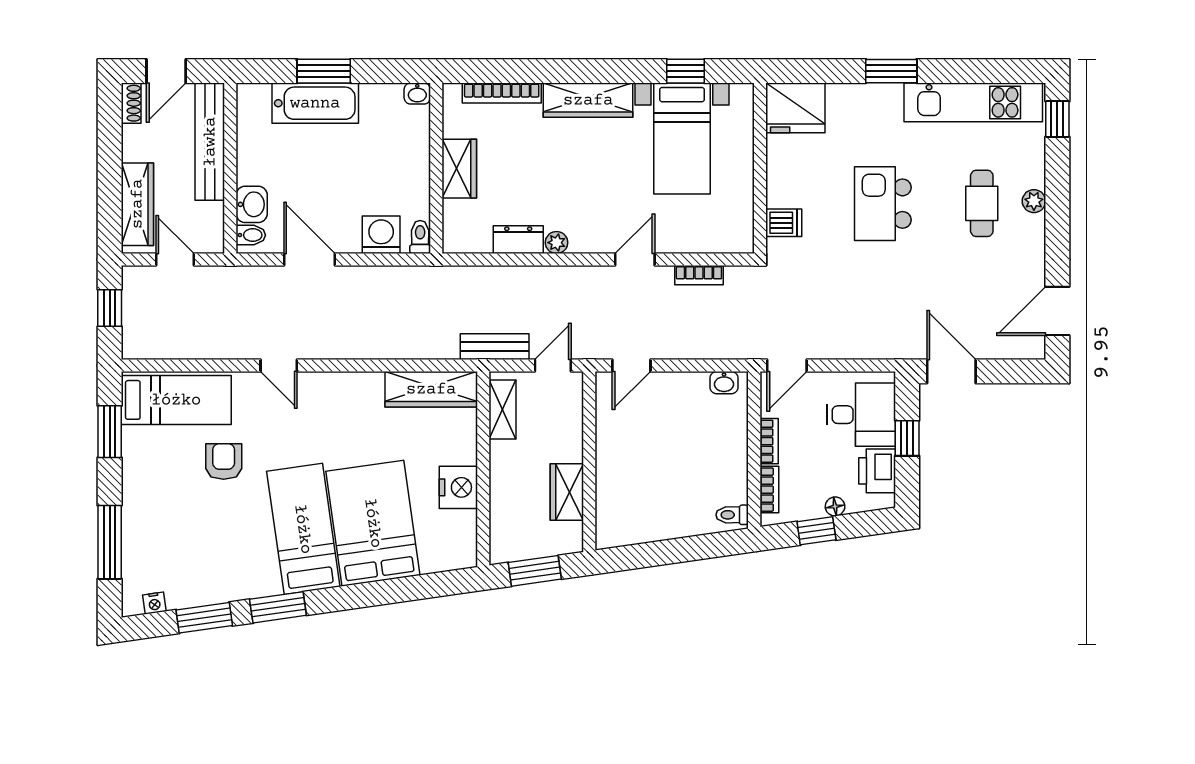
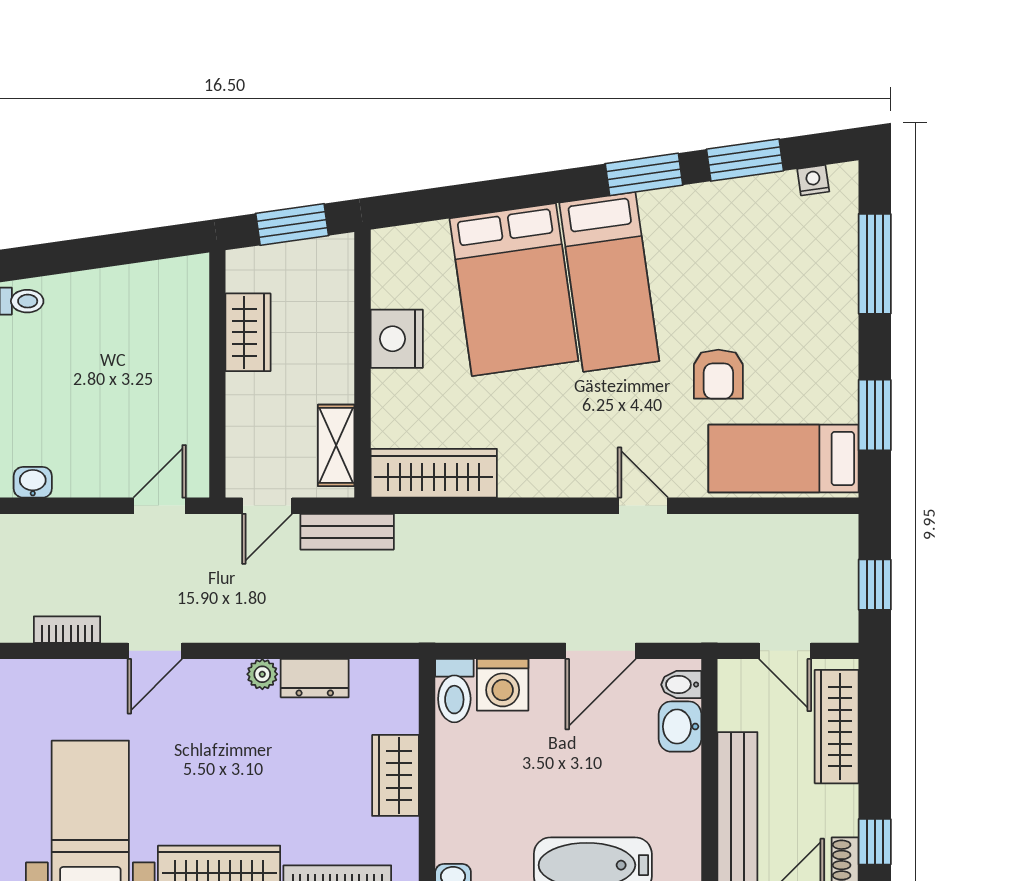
window: (110, 120) -> (875, 842), added
toilet: (420, 237) -> (454, 691), width x1.37, depth x1.39
door: (310, 260) -> (601, 651), hinge flipped

